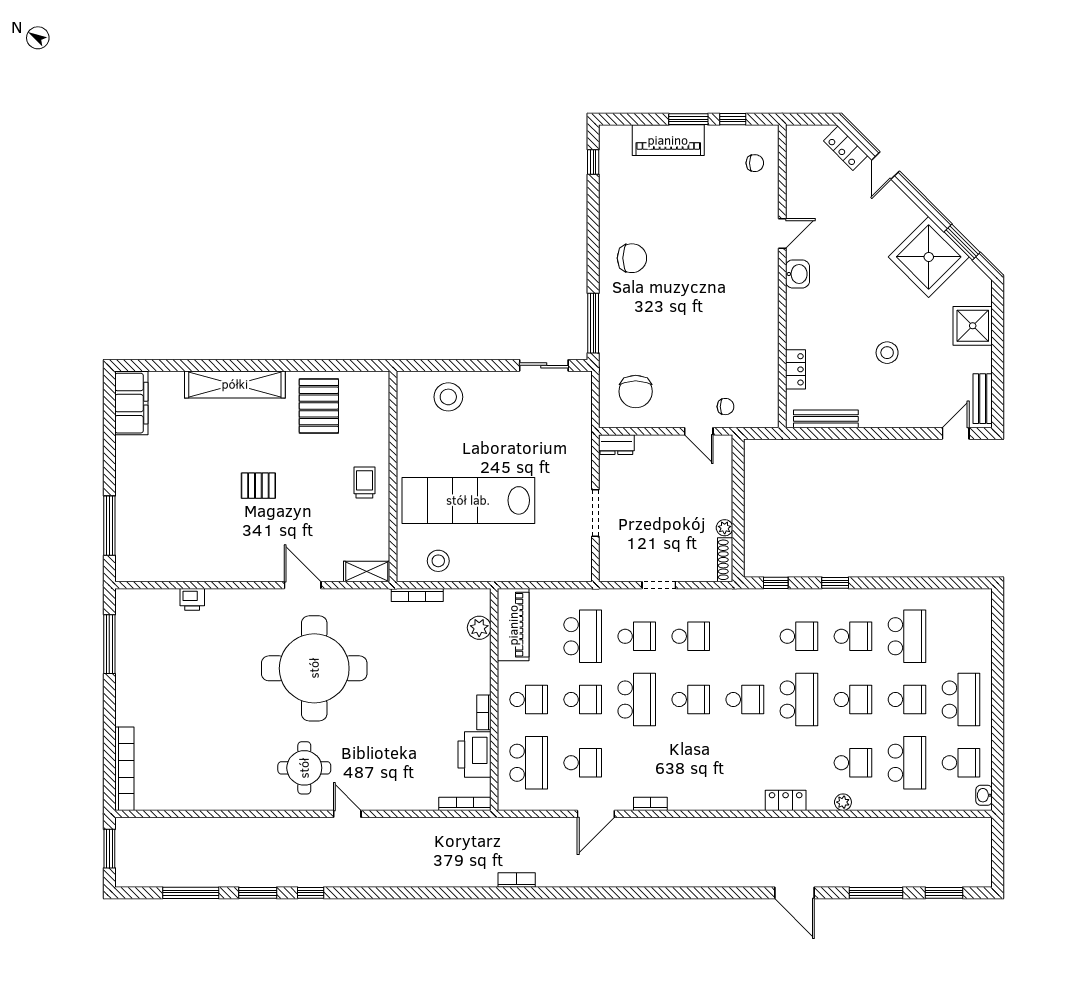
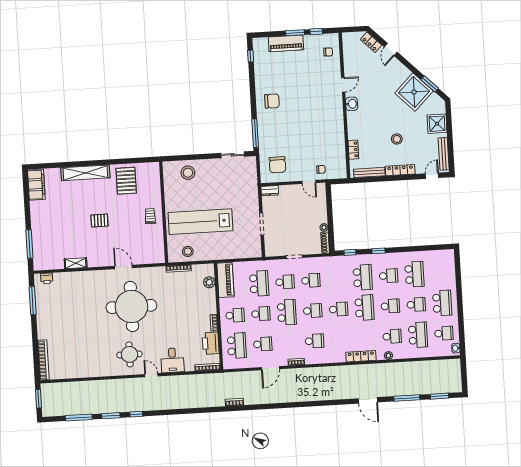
bench: (983, 399) -> (444, 154), width x1.36
locker: (890, 418) -> (400, 170), added
shelving: (367, 572) -> (76, 263), moved
printer: (192, 599) -> (47, 278), moved
school desk: (799, 636) -> (363, 277), width x1.85
school desk: (691, 763) -> (314, 341), added
desk: (393, 785) -> (172, 360), added
locker: (786, 800) -> (361, 356), width x1.53

